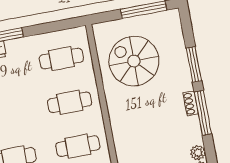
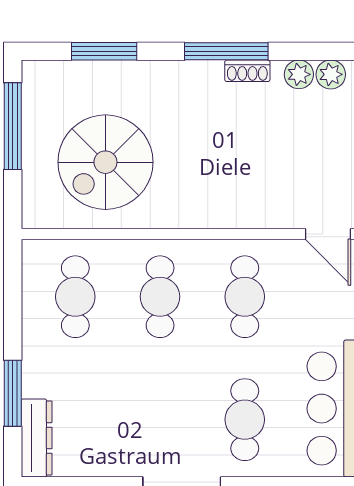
window: (194, 64) -> (104, 51), moved
shoe rack: (191, 103) -> (247, 71), moved

